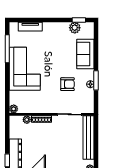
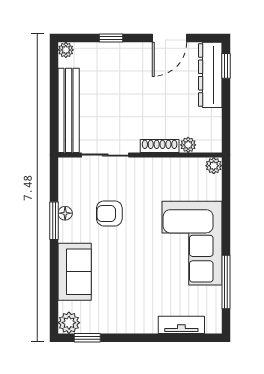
plant: (75, 28) -> (69, 323), moved

